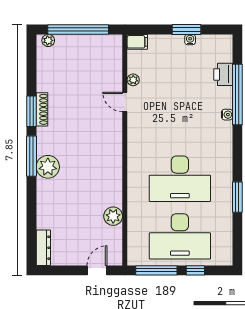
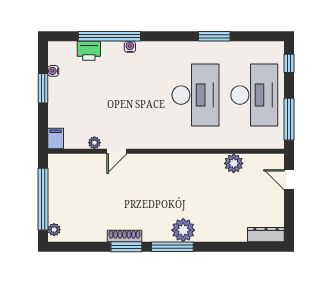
water cooler: (190, 40) -> (53, 71), moved
window: (195, 270) -> (289, 63), moved

